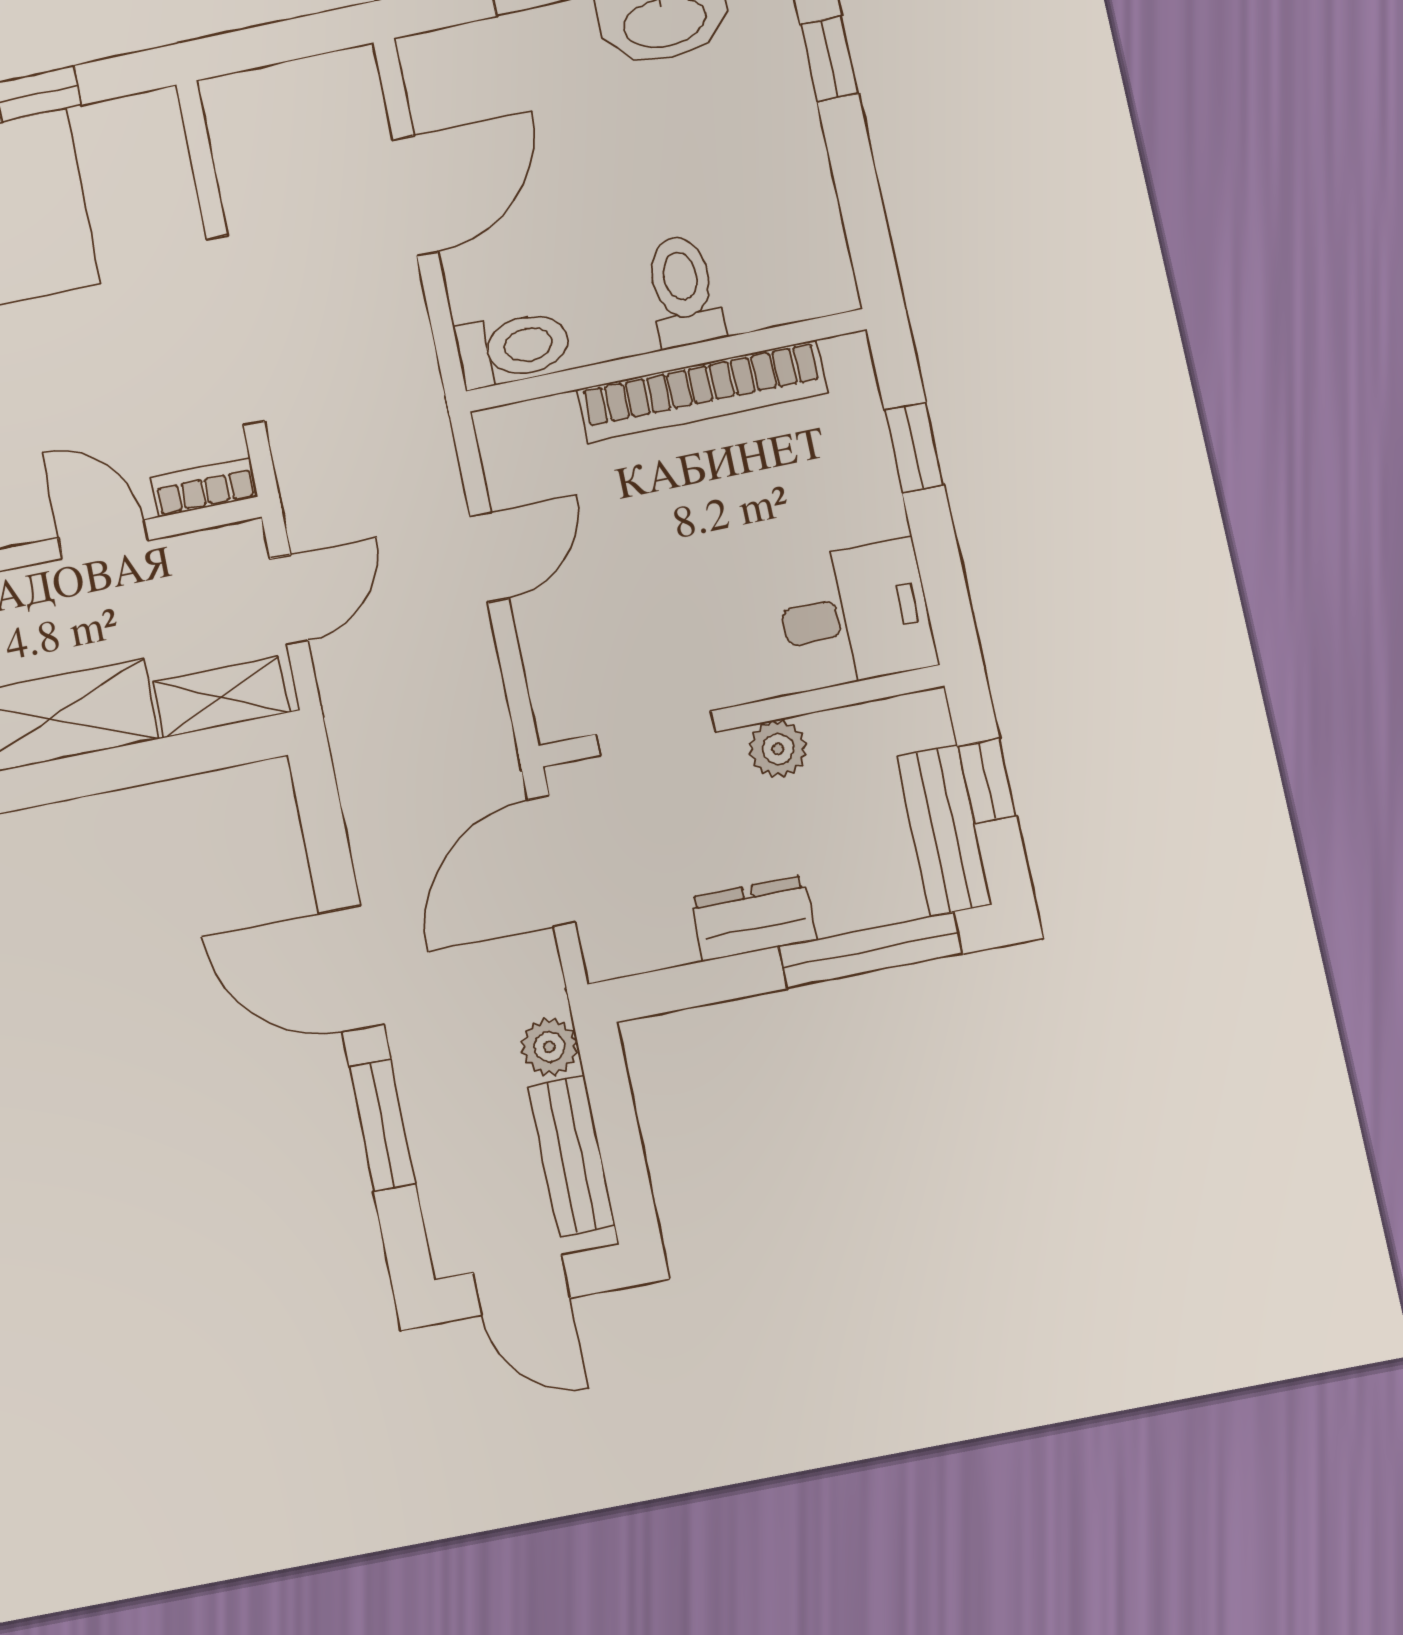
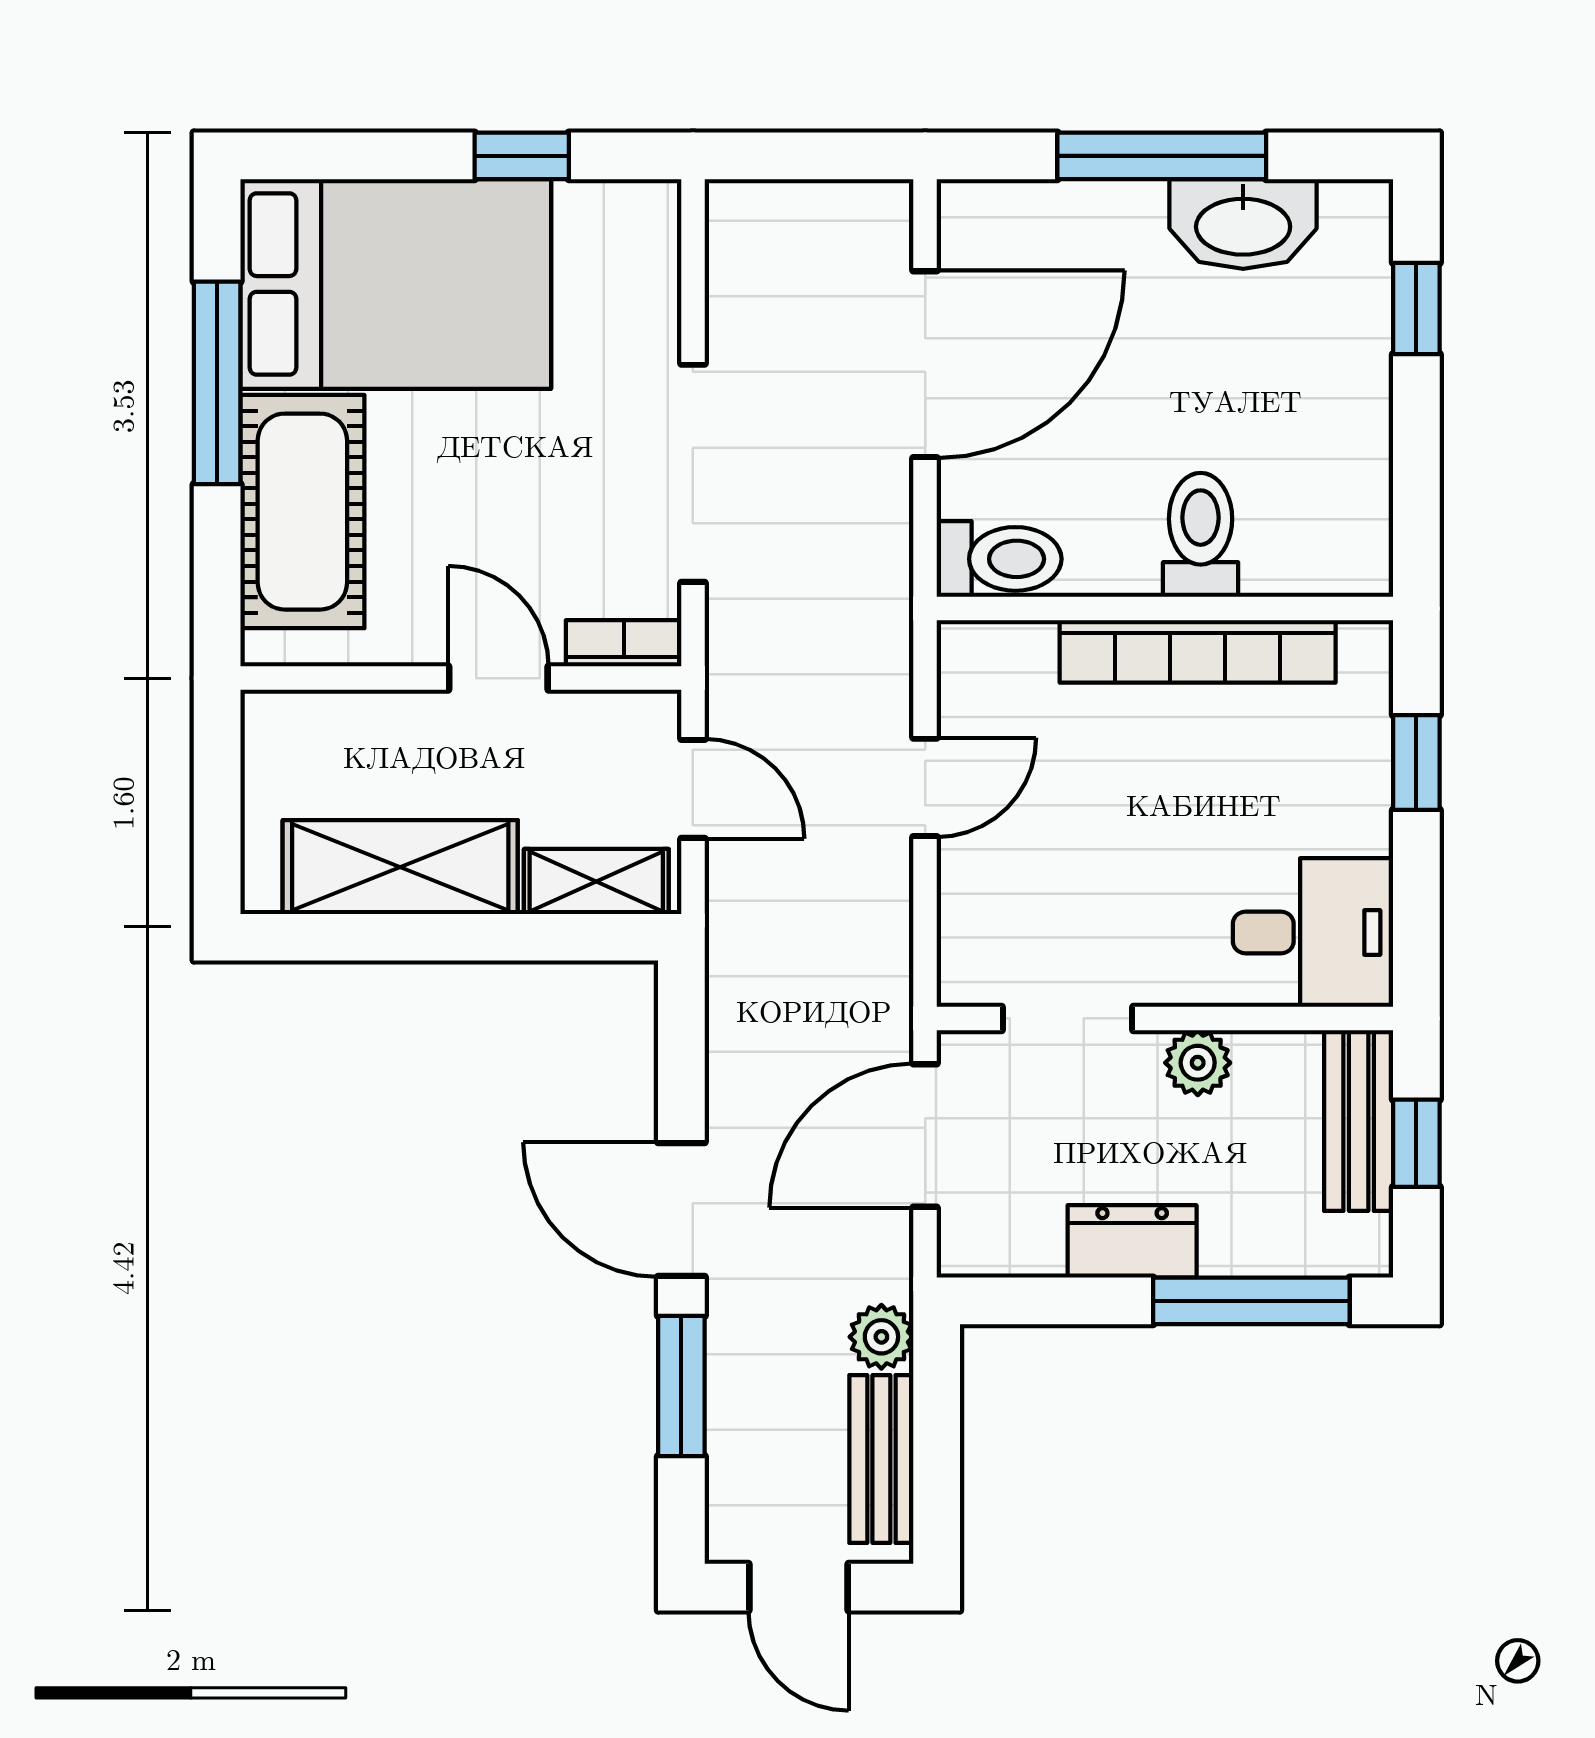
door: (415, 196) -> (925, 364), width x1.36
door: (289, 600) -> (693, 789), hinge flipped
bench: (944, 830) -> (1359, 1121), moved

